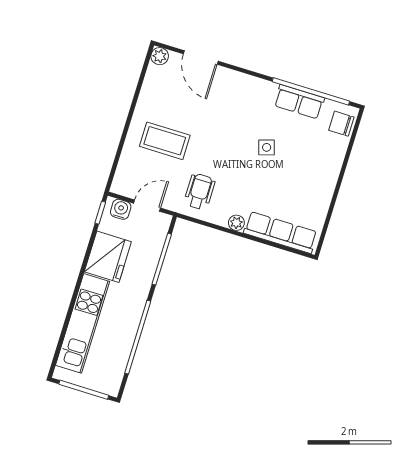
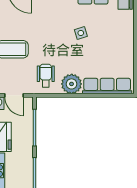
door: (147, 206) -> (14, 95), swing flipped
plant: (236, 223) -> (72, 84), width x1.87, depth x1.87

